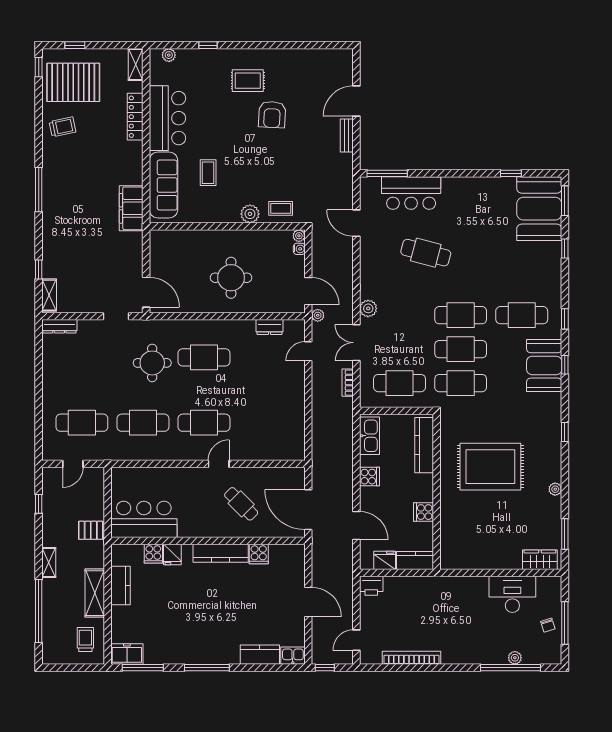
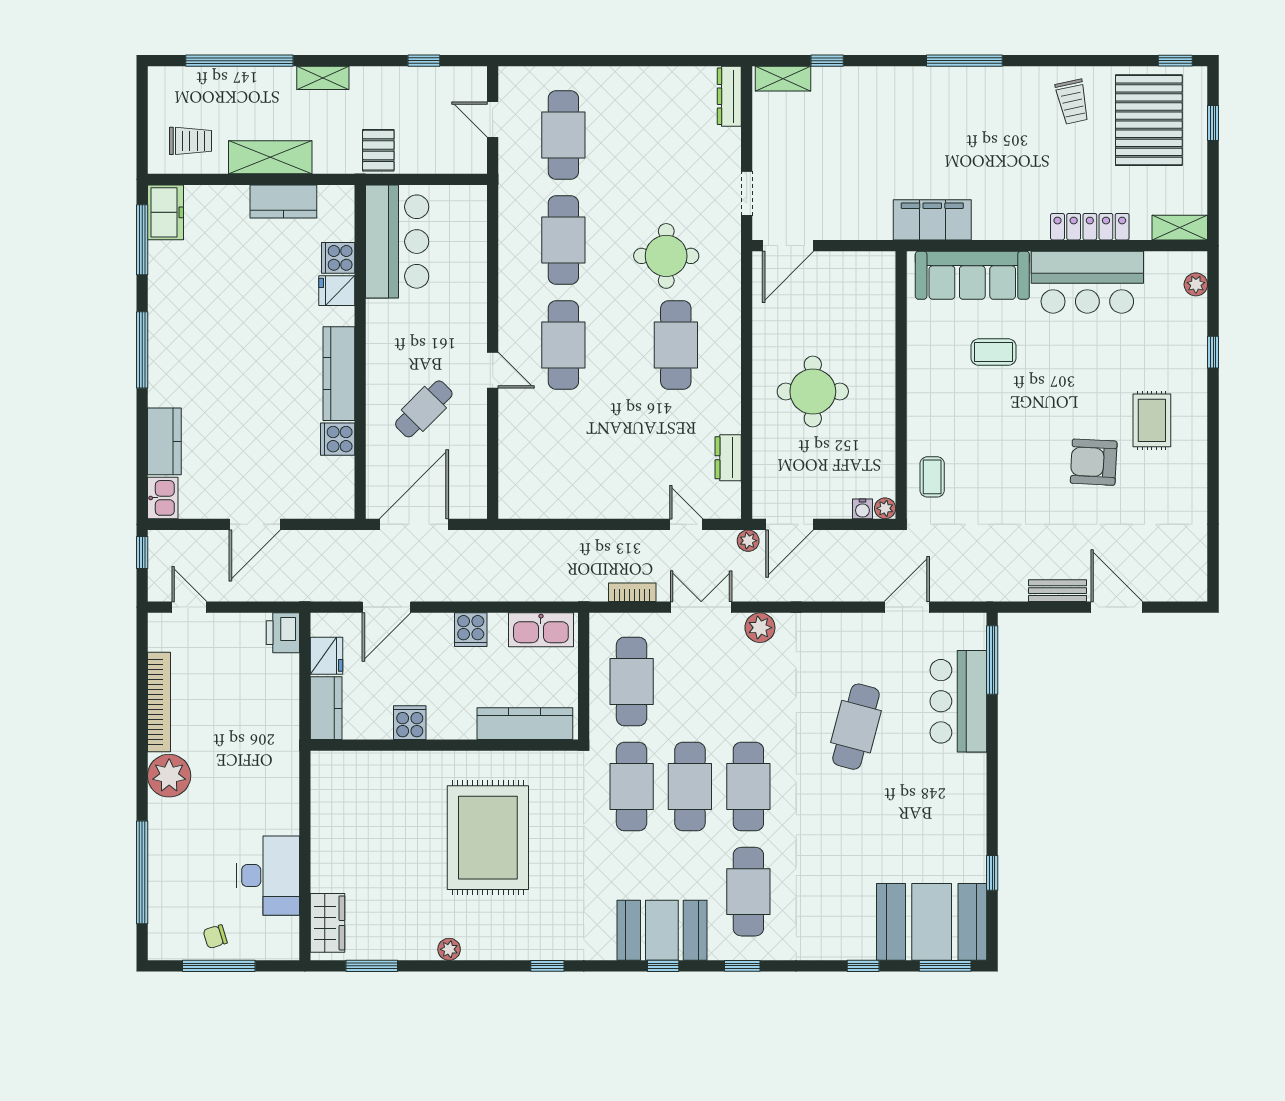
plant: (250, 214) -> (923, 424), removed
plant: (515, 658) -> (169, 776), moved, width x1.88, depth x1.88

